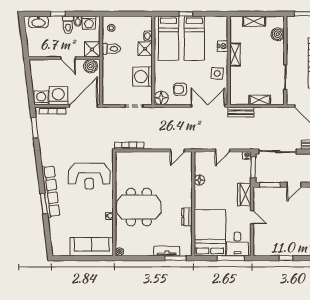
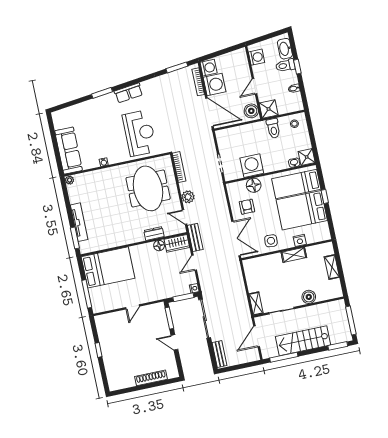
washing machine: (89, 23) -> (257, 57), moved, turned 180
toilet: (68, 25) -> (285, 65), moved
boiler: (278, 34) -> (309, 297), moved
bed: (194, 38) -> (302, 210), width x1.50
shower: (145, 49) -> (307, 157), moved
floor lamp: (161, 98) -> (254, 185), moved
shelving: (260, 100) -> (256, 304), moved
bench: (241, 112) -> (195, 237), moved
plant: (159, 143) -> (188, 197), added
door: (223, 150) -> (194, 263), hinge flipped
reception desk: (89, 176) -> (140, 133), turned 180
row of seats: (51, 192) -> (128, 93), width x0.50
wardrobe: (244, 194) -> (177, 243), moved, turned 180
meeting table: (139, 207) -> (148, 188), moved
dresser: (187, 217) -> (154, 233), moved
desk: (237, 244) -> (102, 298), removed
tv unit: (167, 251) -> (79, 222), width x1.41

